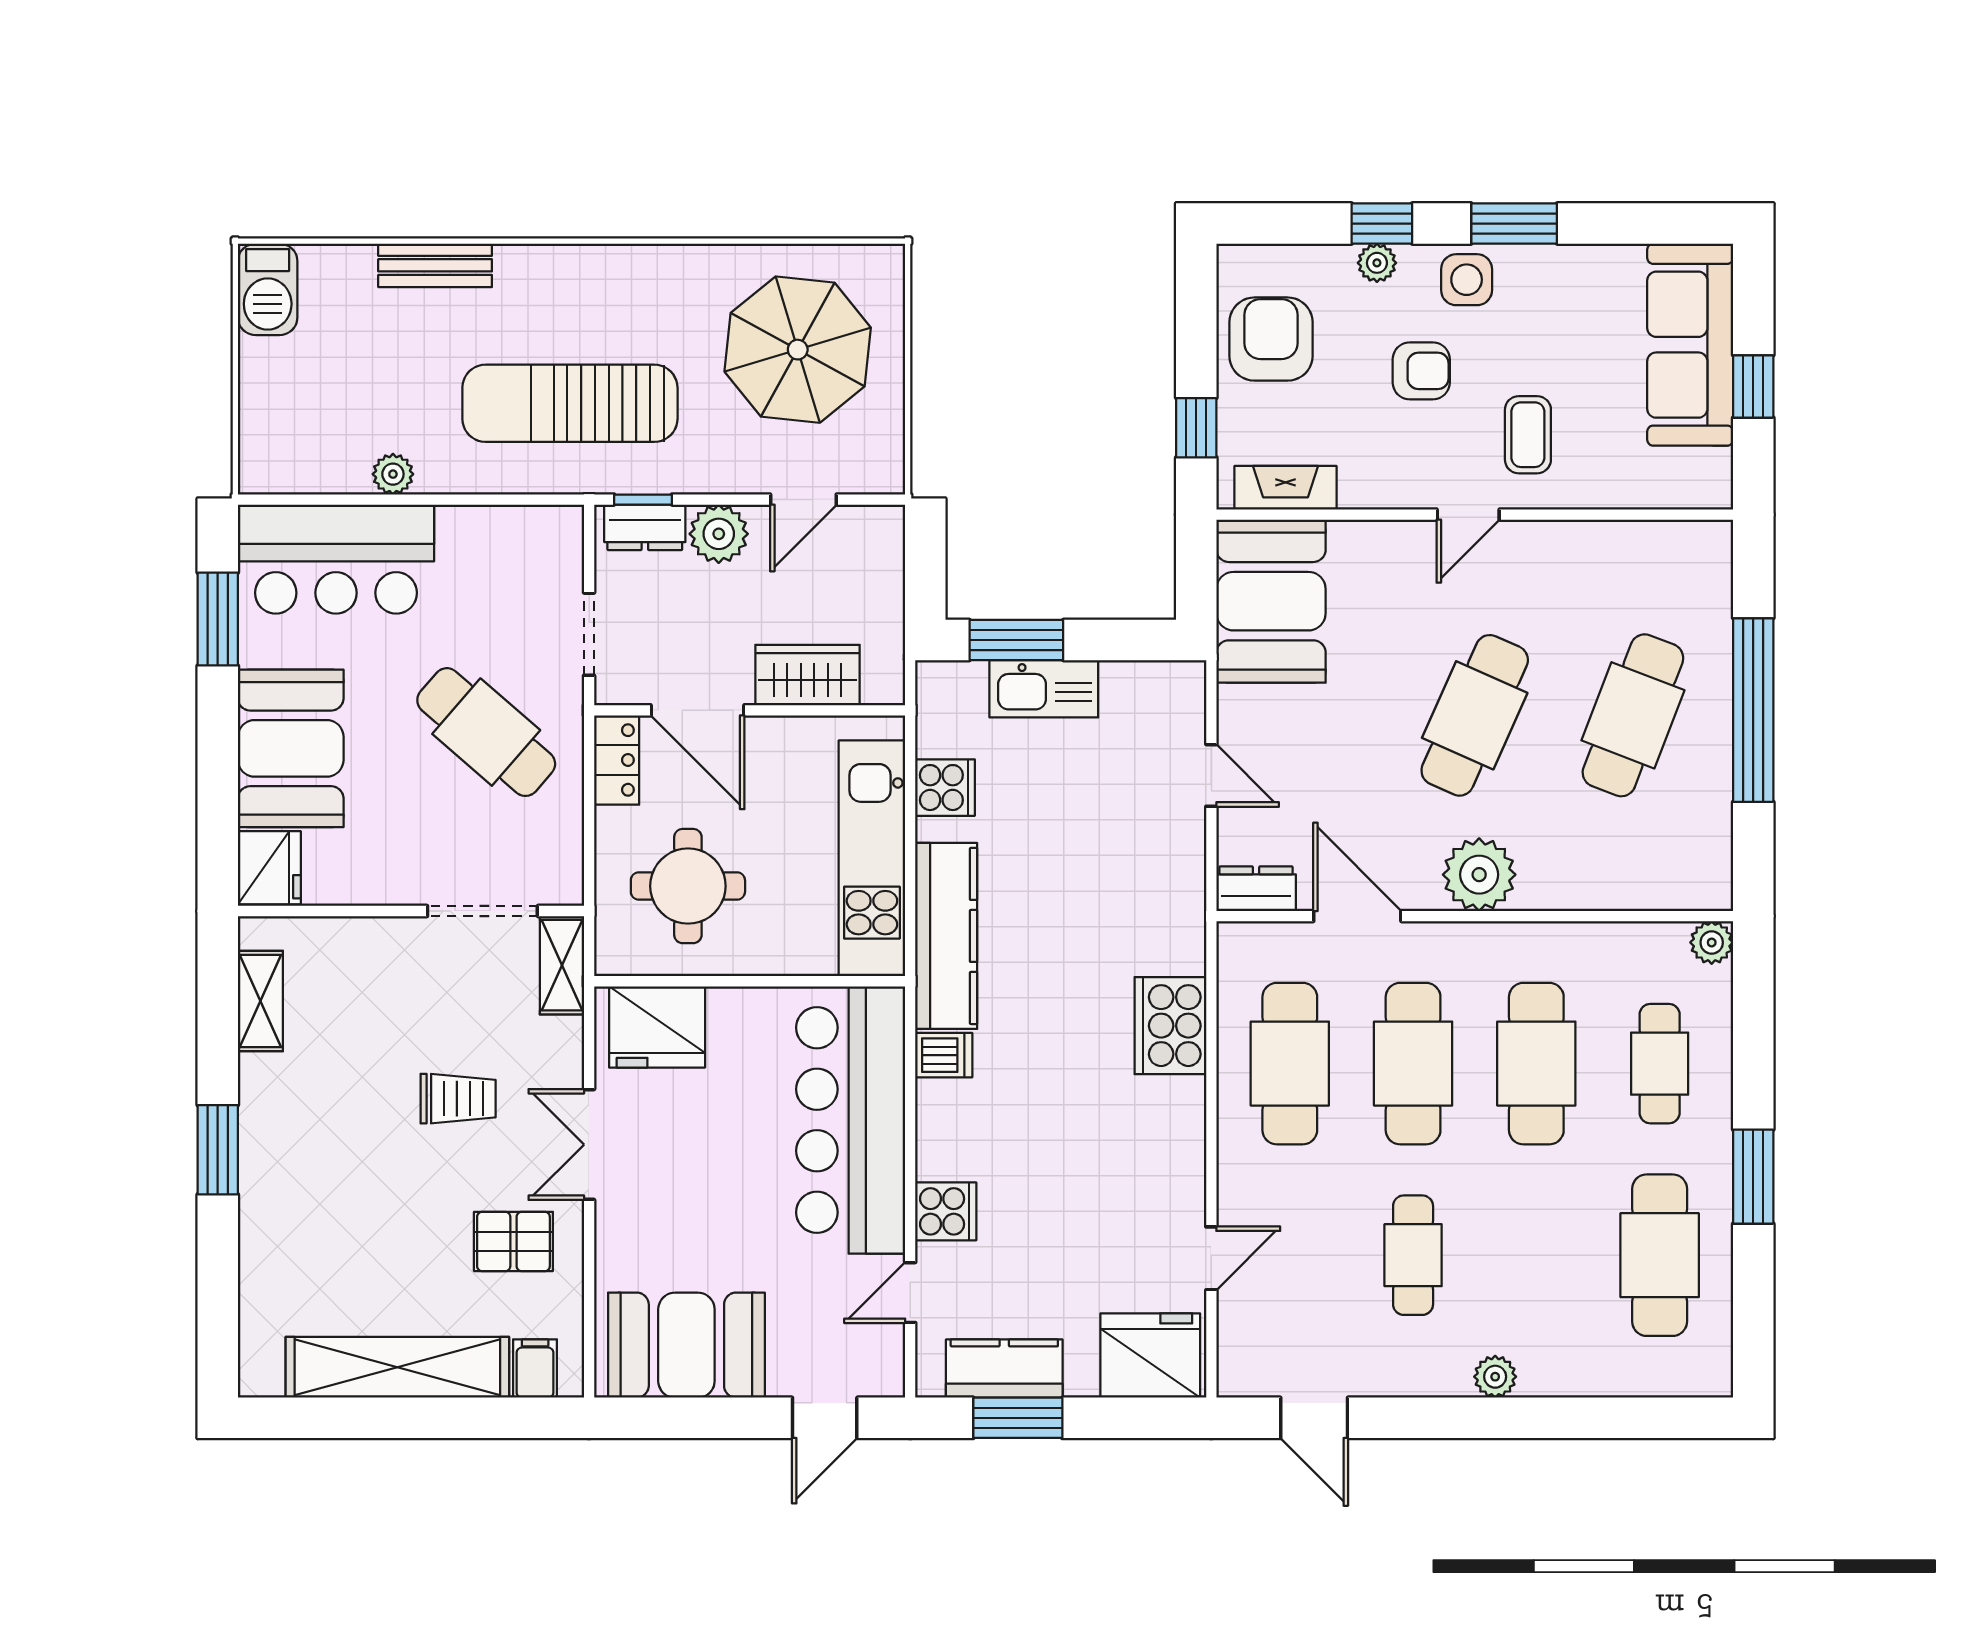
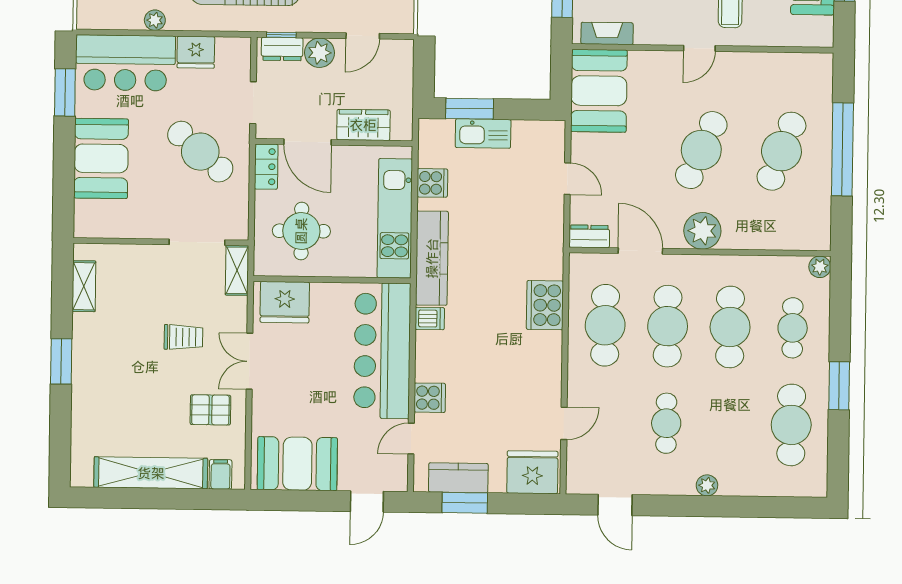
fridge: (269, 868) -> (196, 52), moved, turned 90

